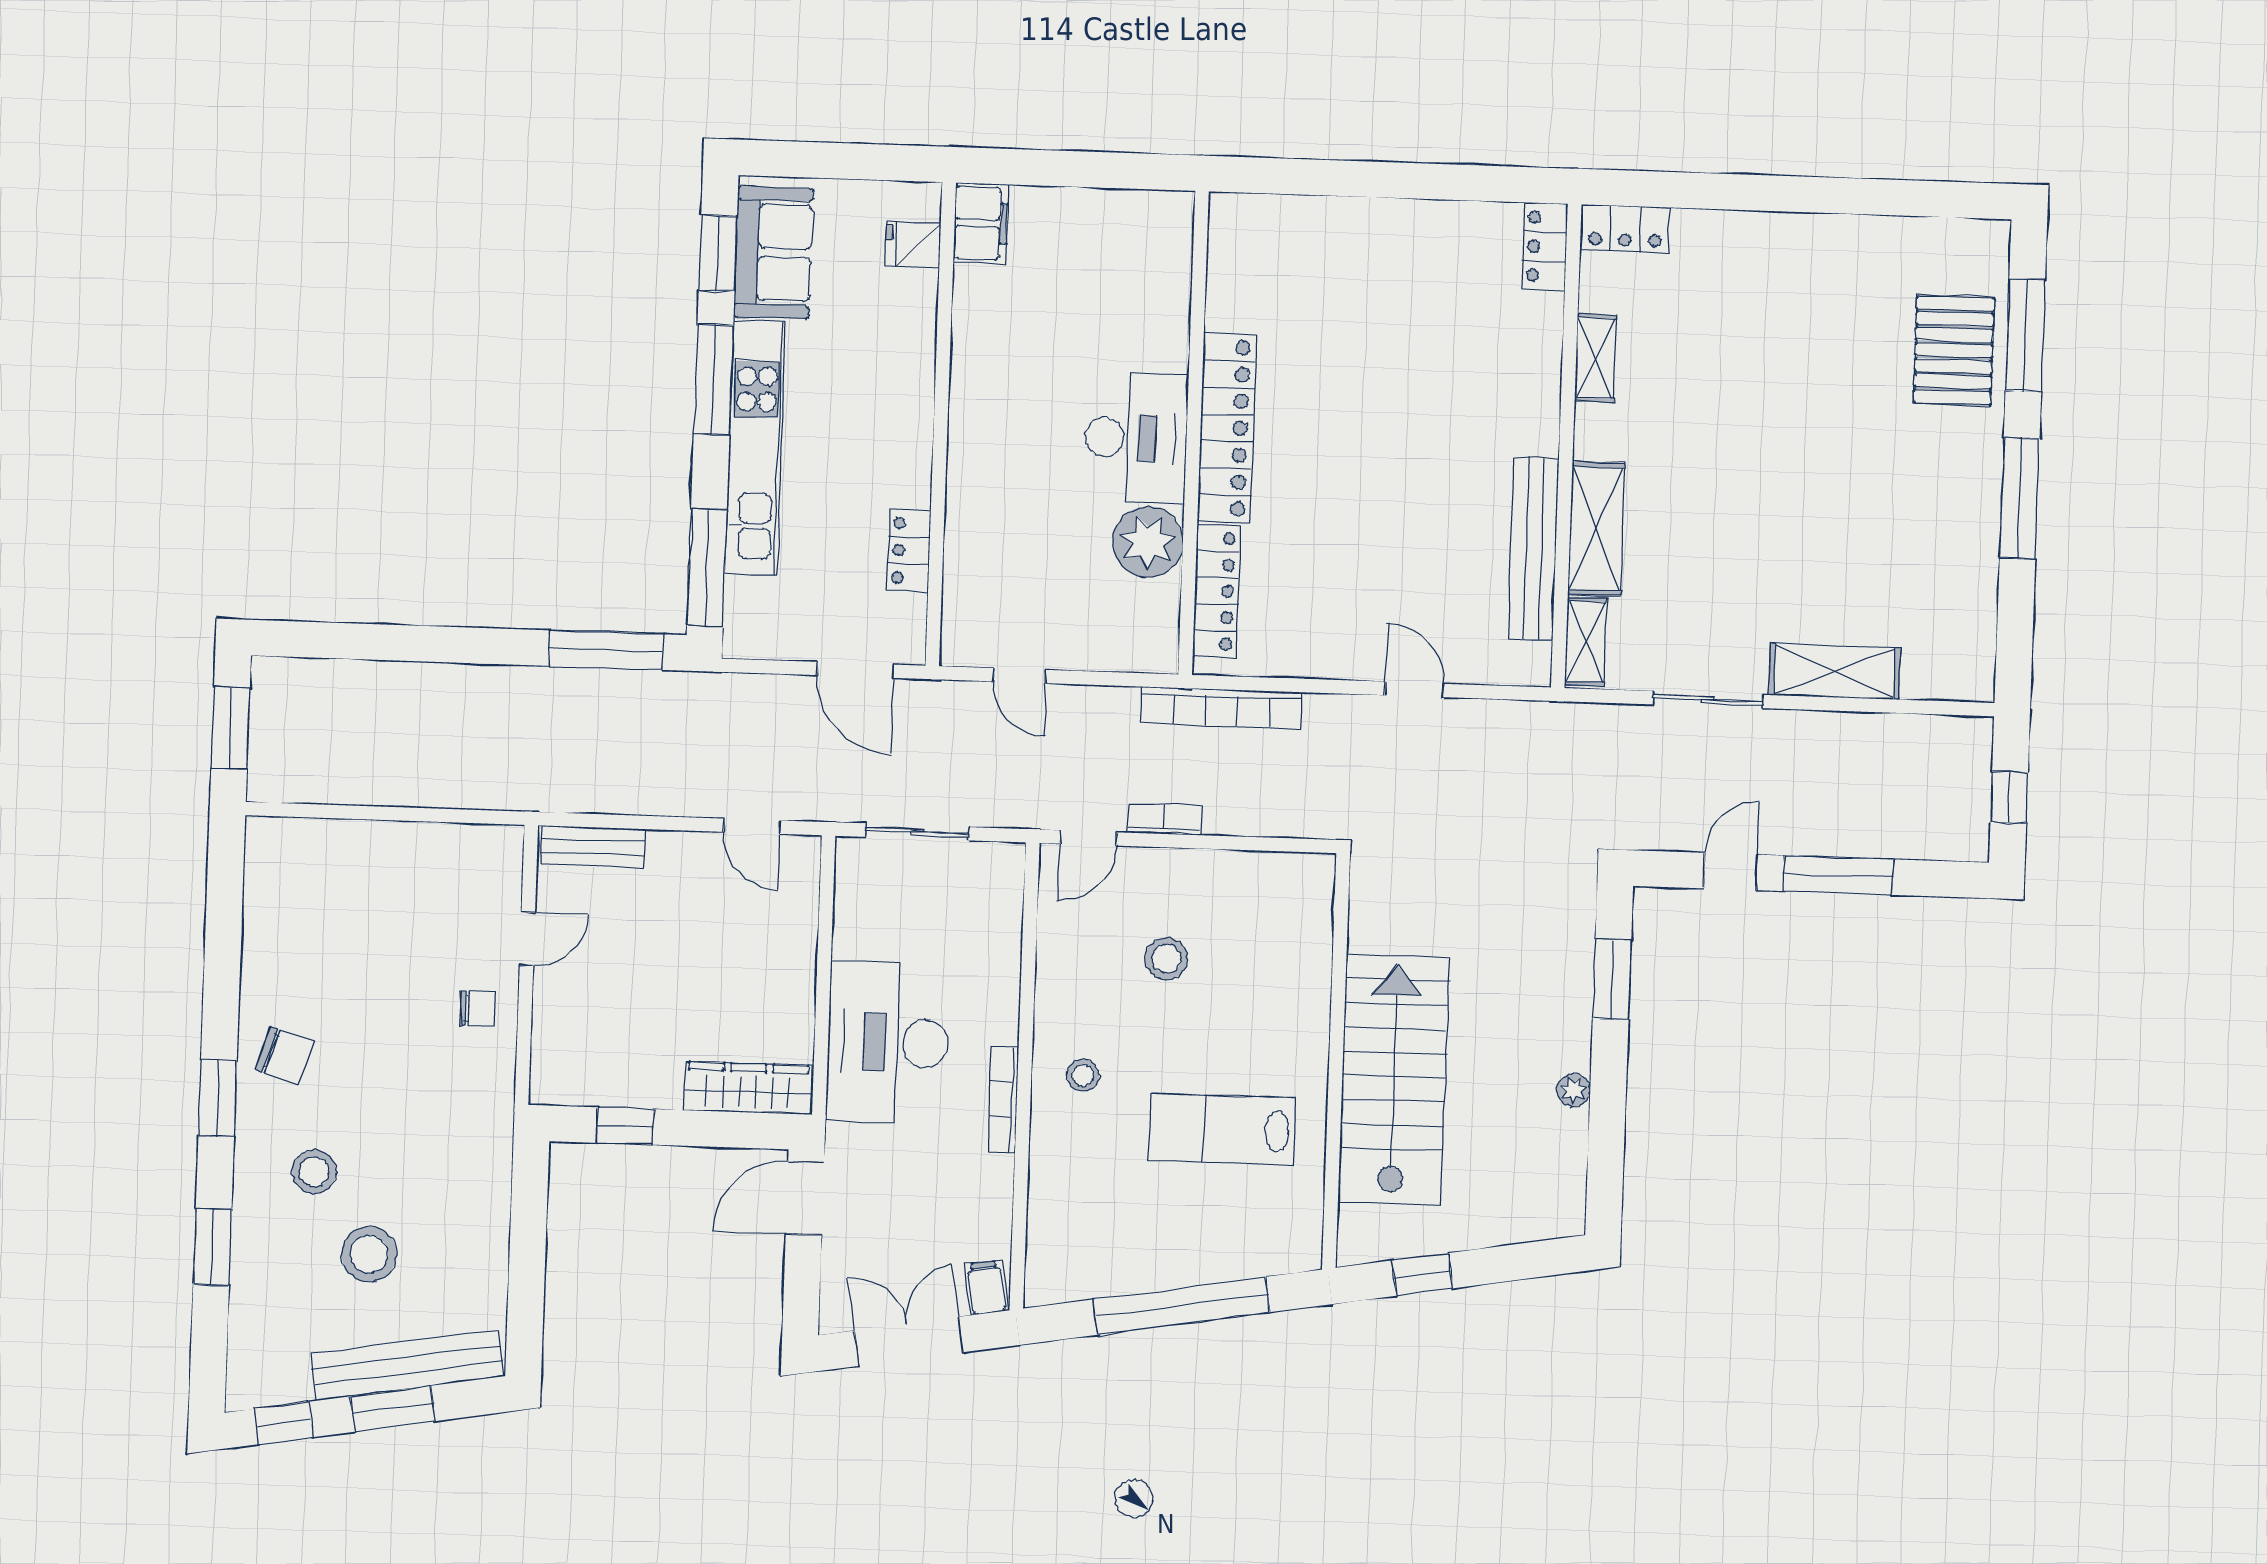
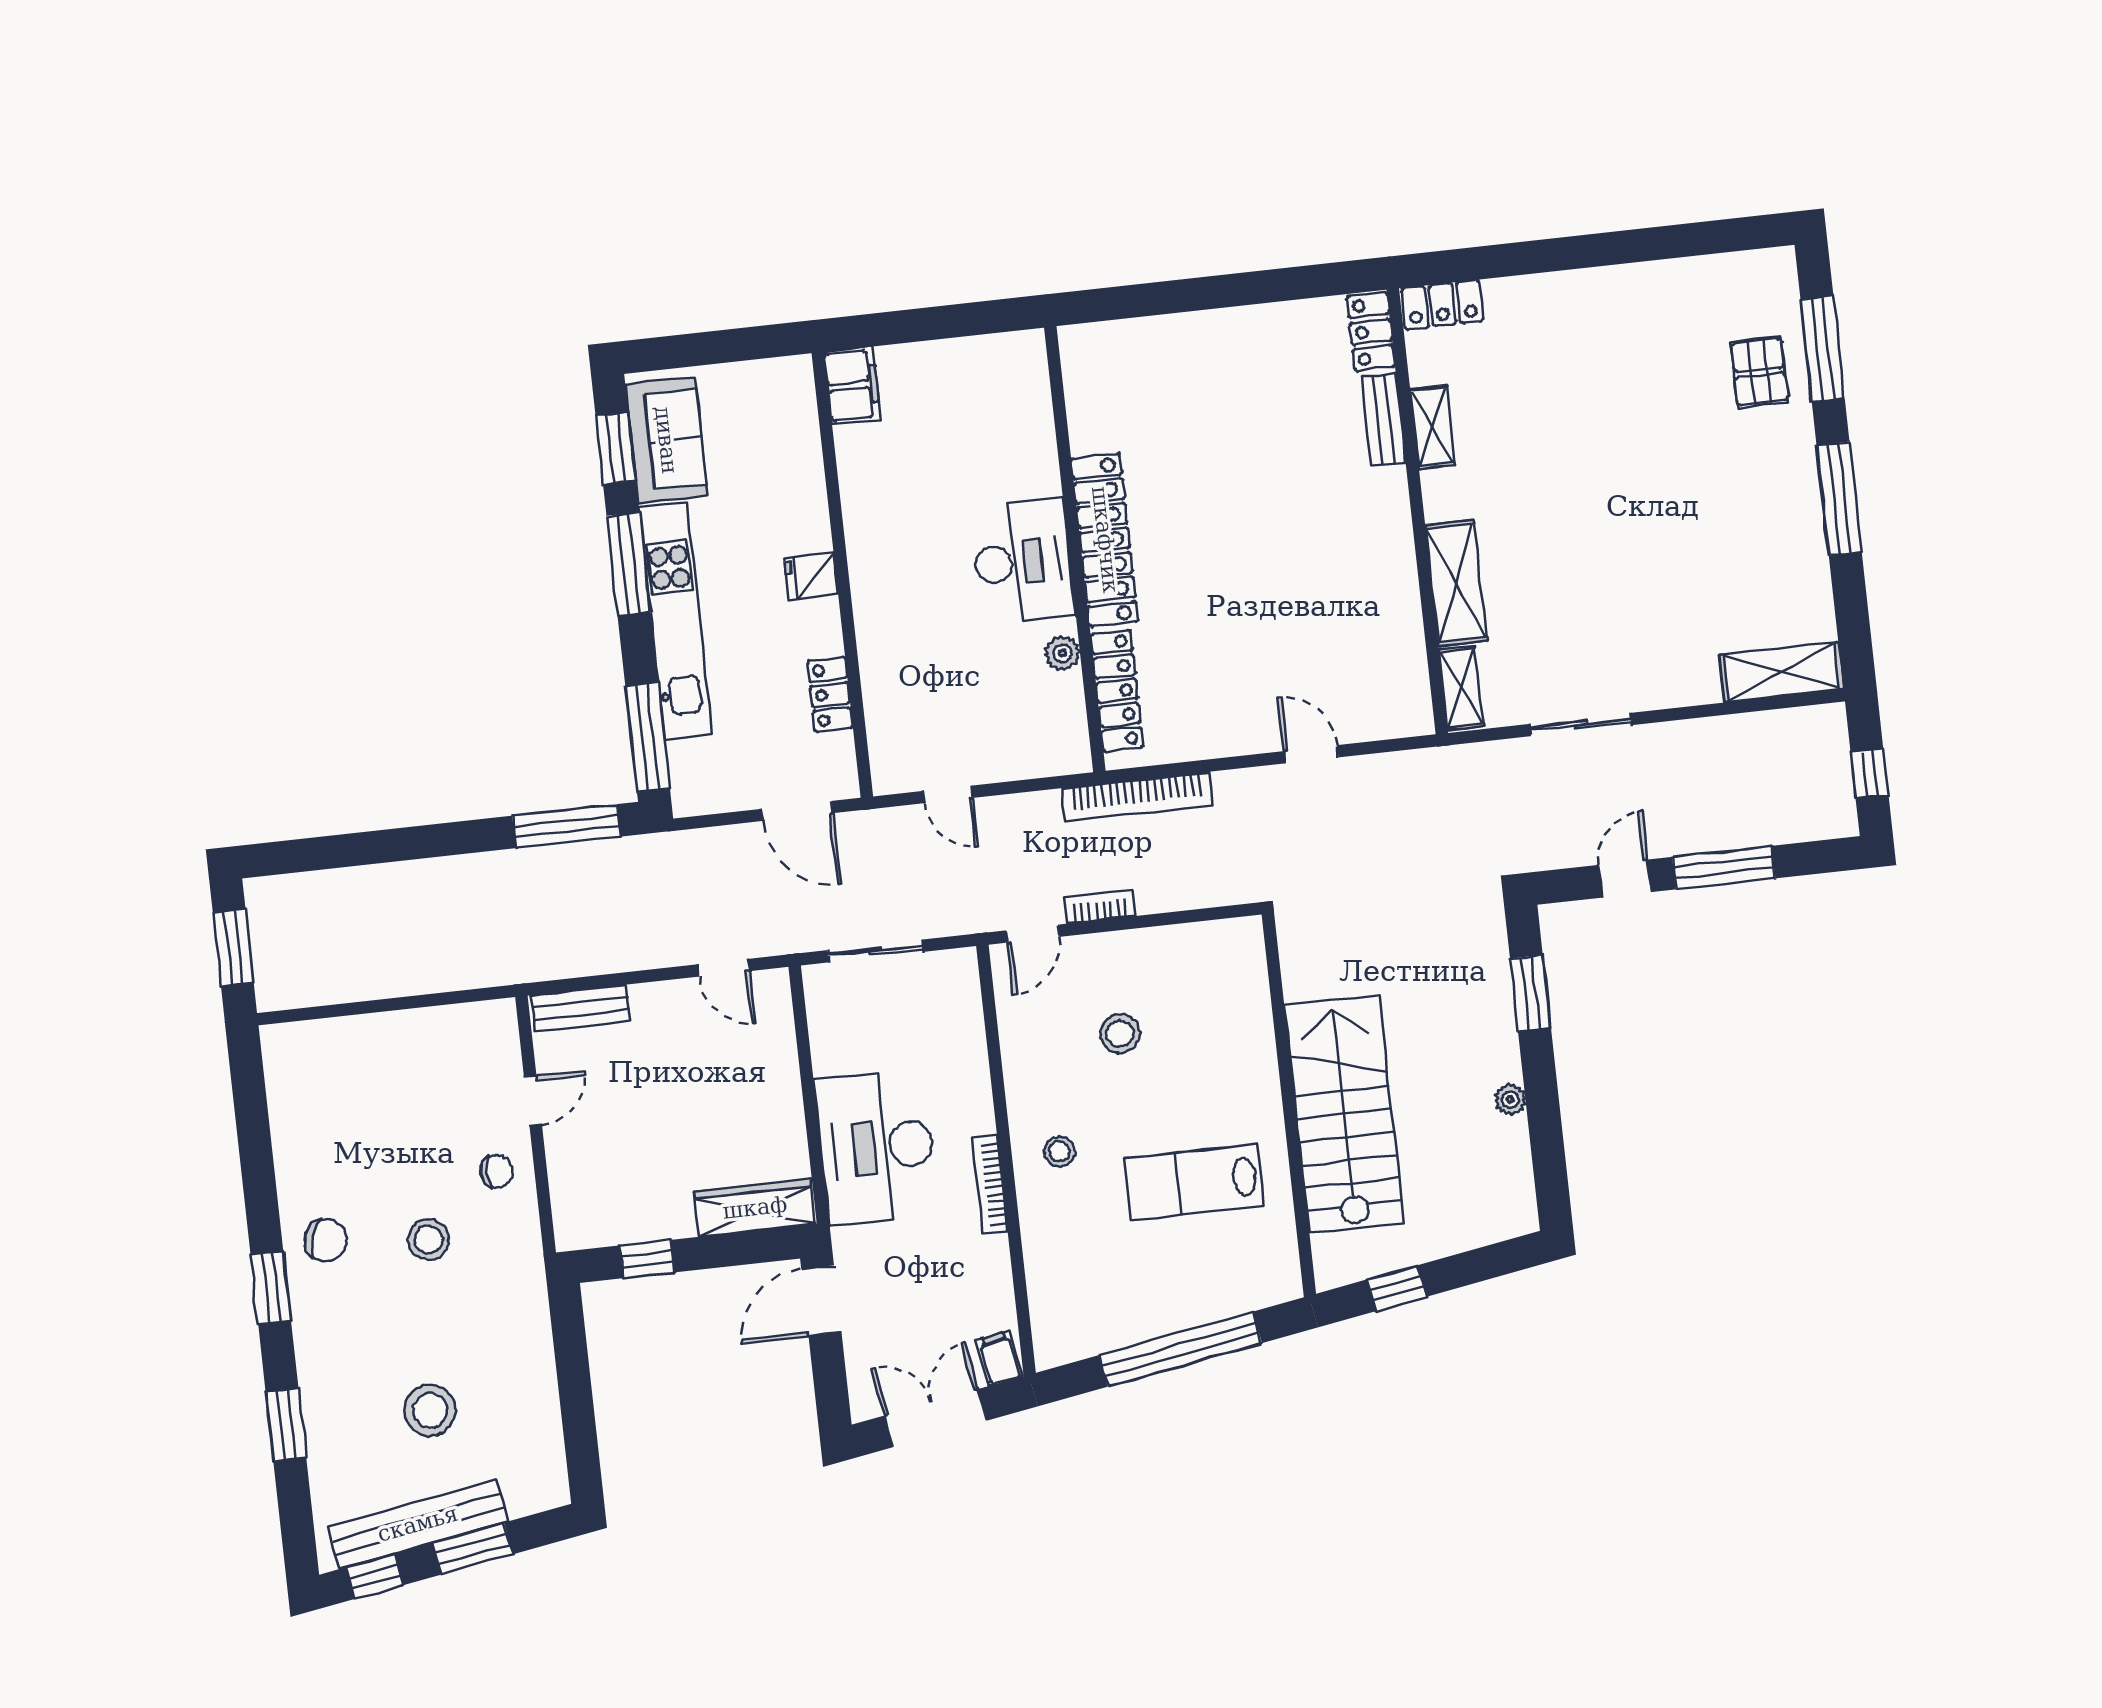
fridge: (913, 245) -> (811, 576), moved
pallet: (1954, 350) -> (1759, 372), width x0.67, depth x0.71
plant: (1148, 542) -> (1063, 653), width x0.53, depth x0.53
bench: (1533, 549) -> (1384, 419), moved, width x0.54, depth x0.82
shelving: (1835, 671) -> (1781, 672), moved
stool: (314, 1172) -> (429, 1240), moved
bench: (407, 1365) -> (418, 1524), moved

